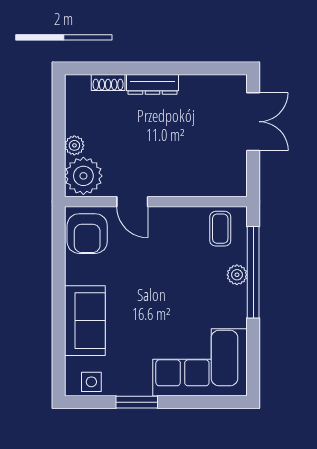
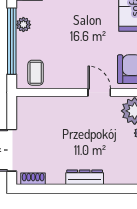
shoe rack: (108, 82) -> (33, 179), moved
plant: (237, 275) -> (23, 25), moved

